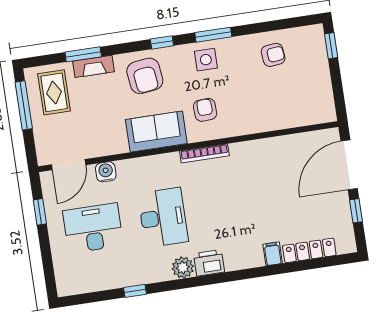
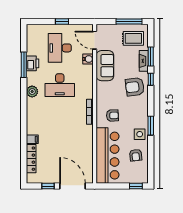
window: (162, 42) -> (151, 79), moved
side table: (206, 60) -> (140, 134), moved
bar counter: (282, 108) -> (108, 156), added
sofa: (156, 132) -> (105, 66), moved
window: (40, 212) -> (62, 22), moved
desk: (93, 228) -> (60, 48), turned 180
printer: (209, 263) -> (33, 63), moved
window: (135, 291) -> (24, 65), width x2.17

